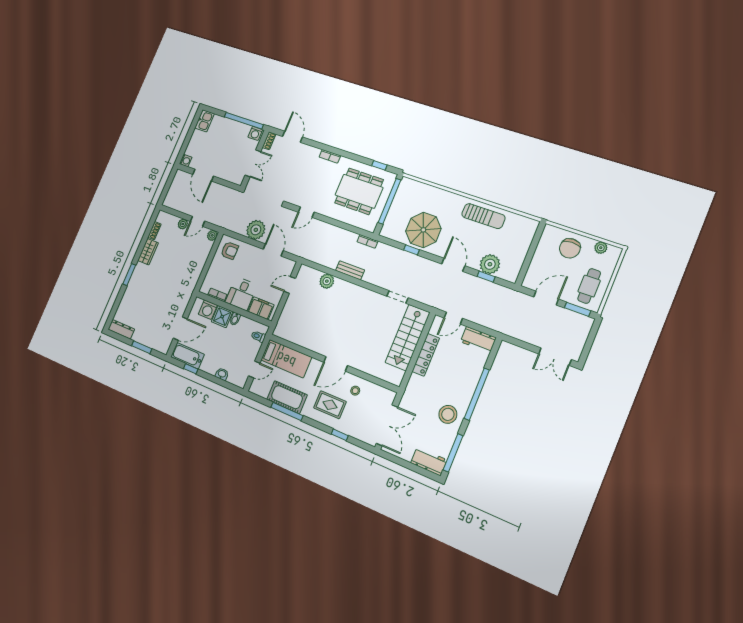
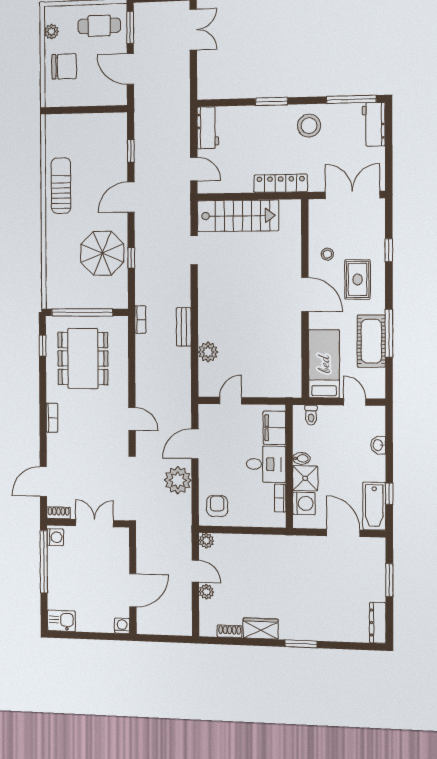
plant: (490, 264) -> (115, 153), removed
door: (290, 285) -> (231, 401), swing flipped
locker: (426, 355) -> (281, 183), moved
window: (477, 394) -> (272, 101), width x0.47

